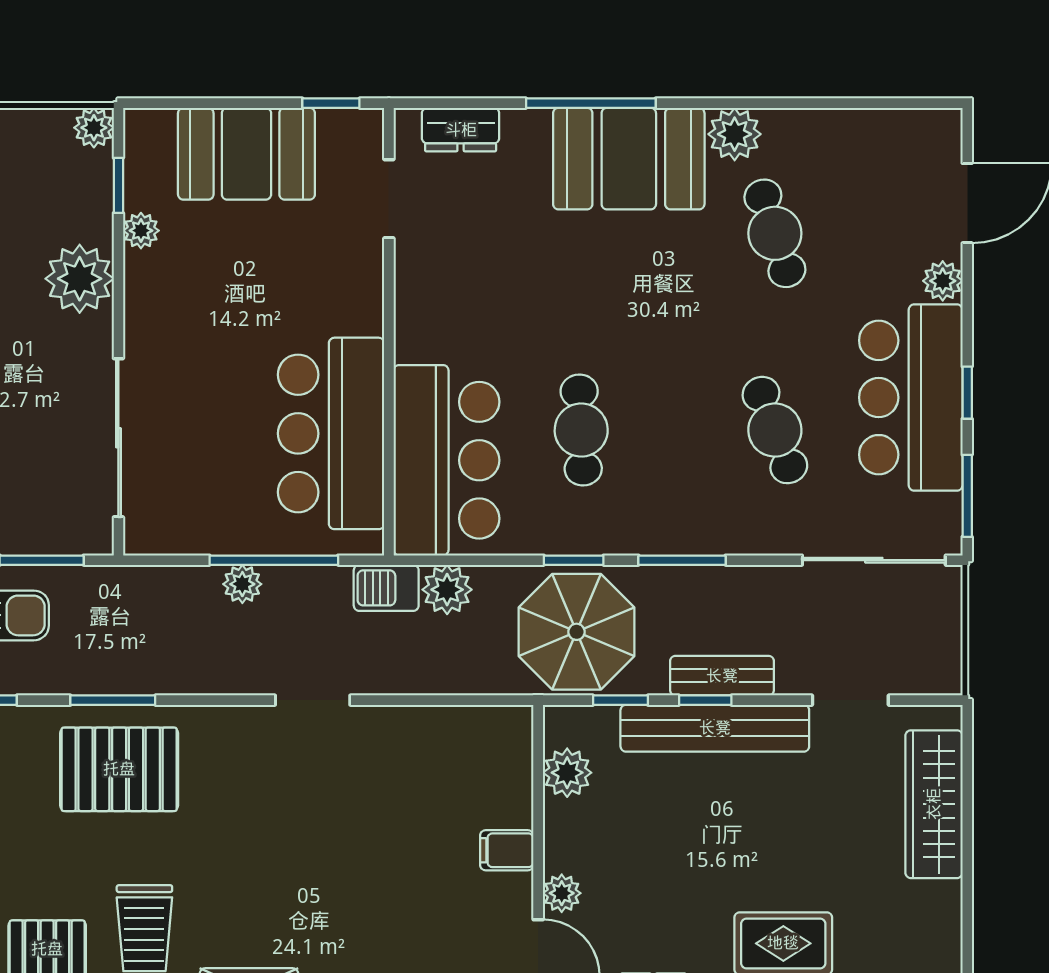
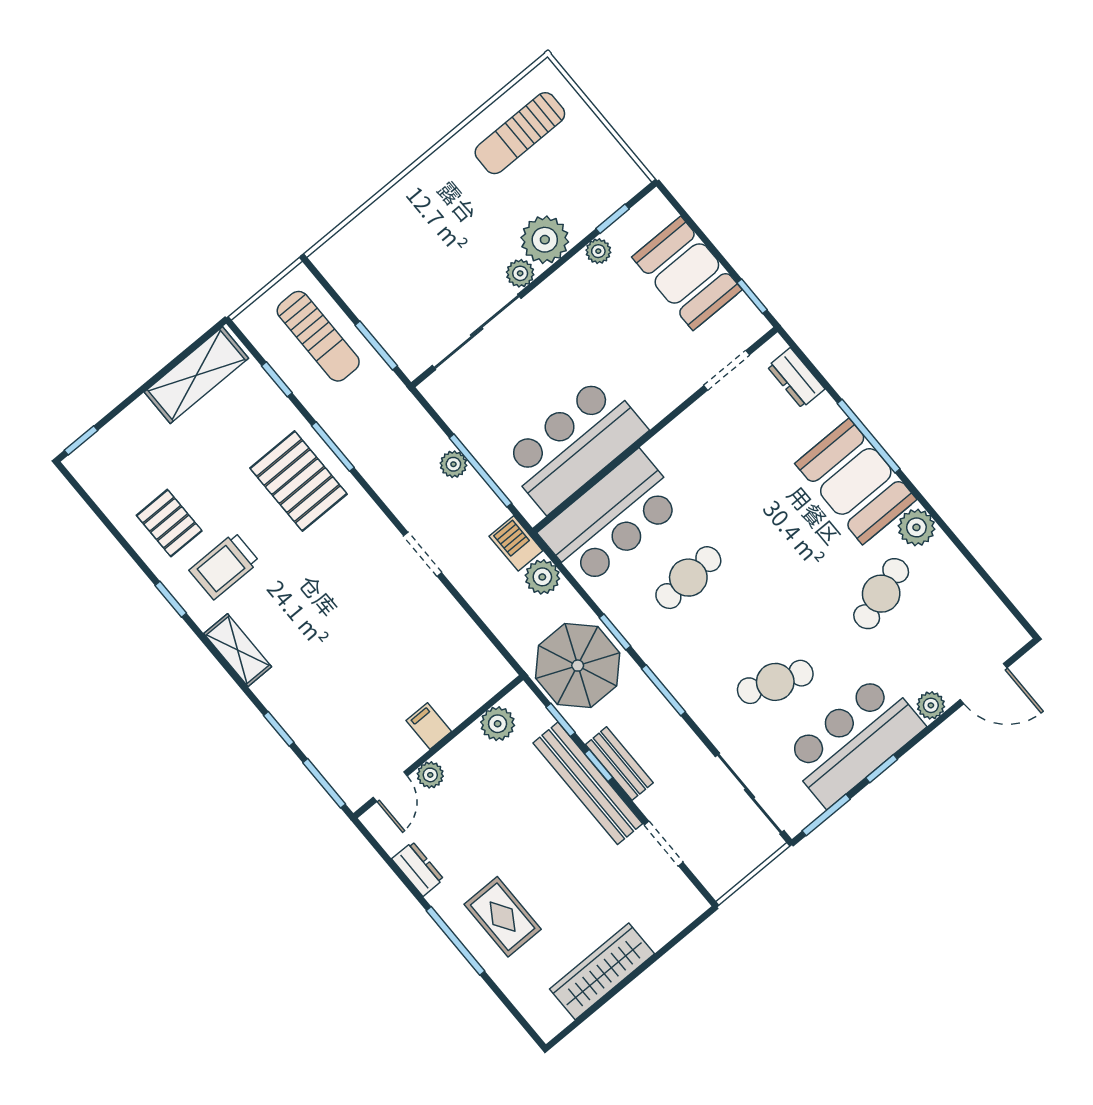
plant: (94, 128) -> (520, 273), moved
cafe table: (775, 430) -> (775, 682), turned 42
wardrobe: (934, 804) -> (602, 971), moved

